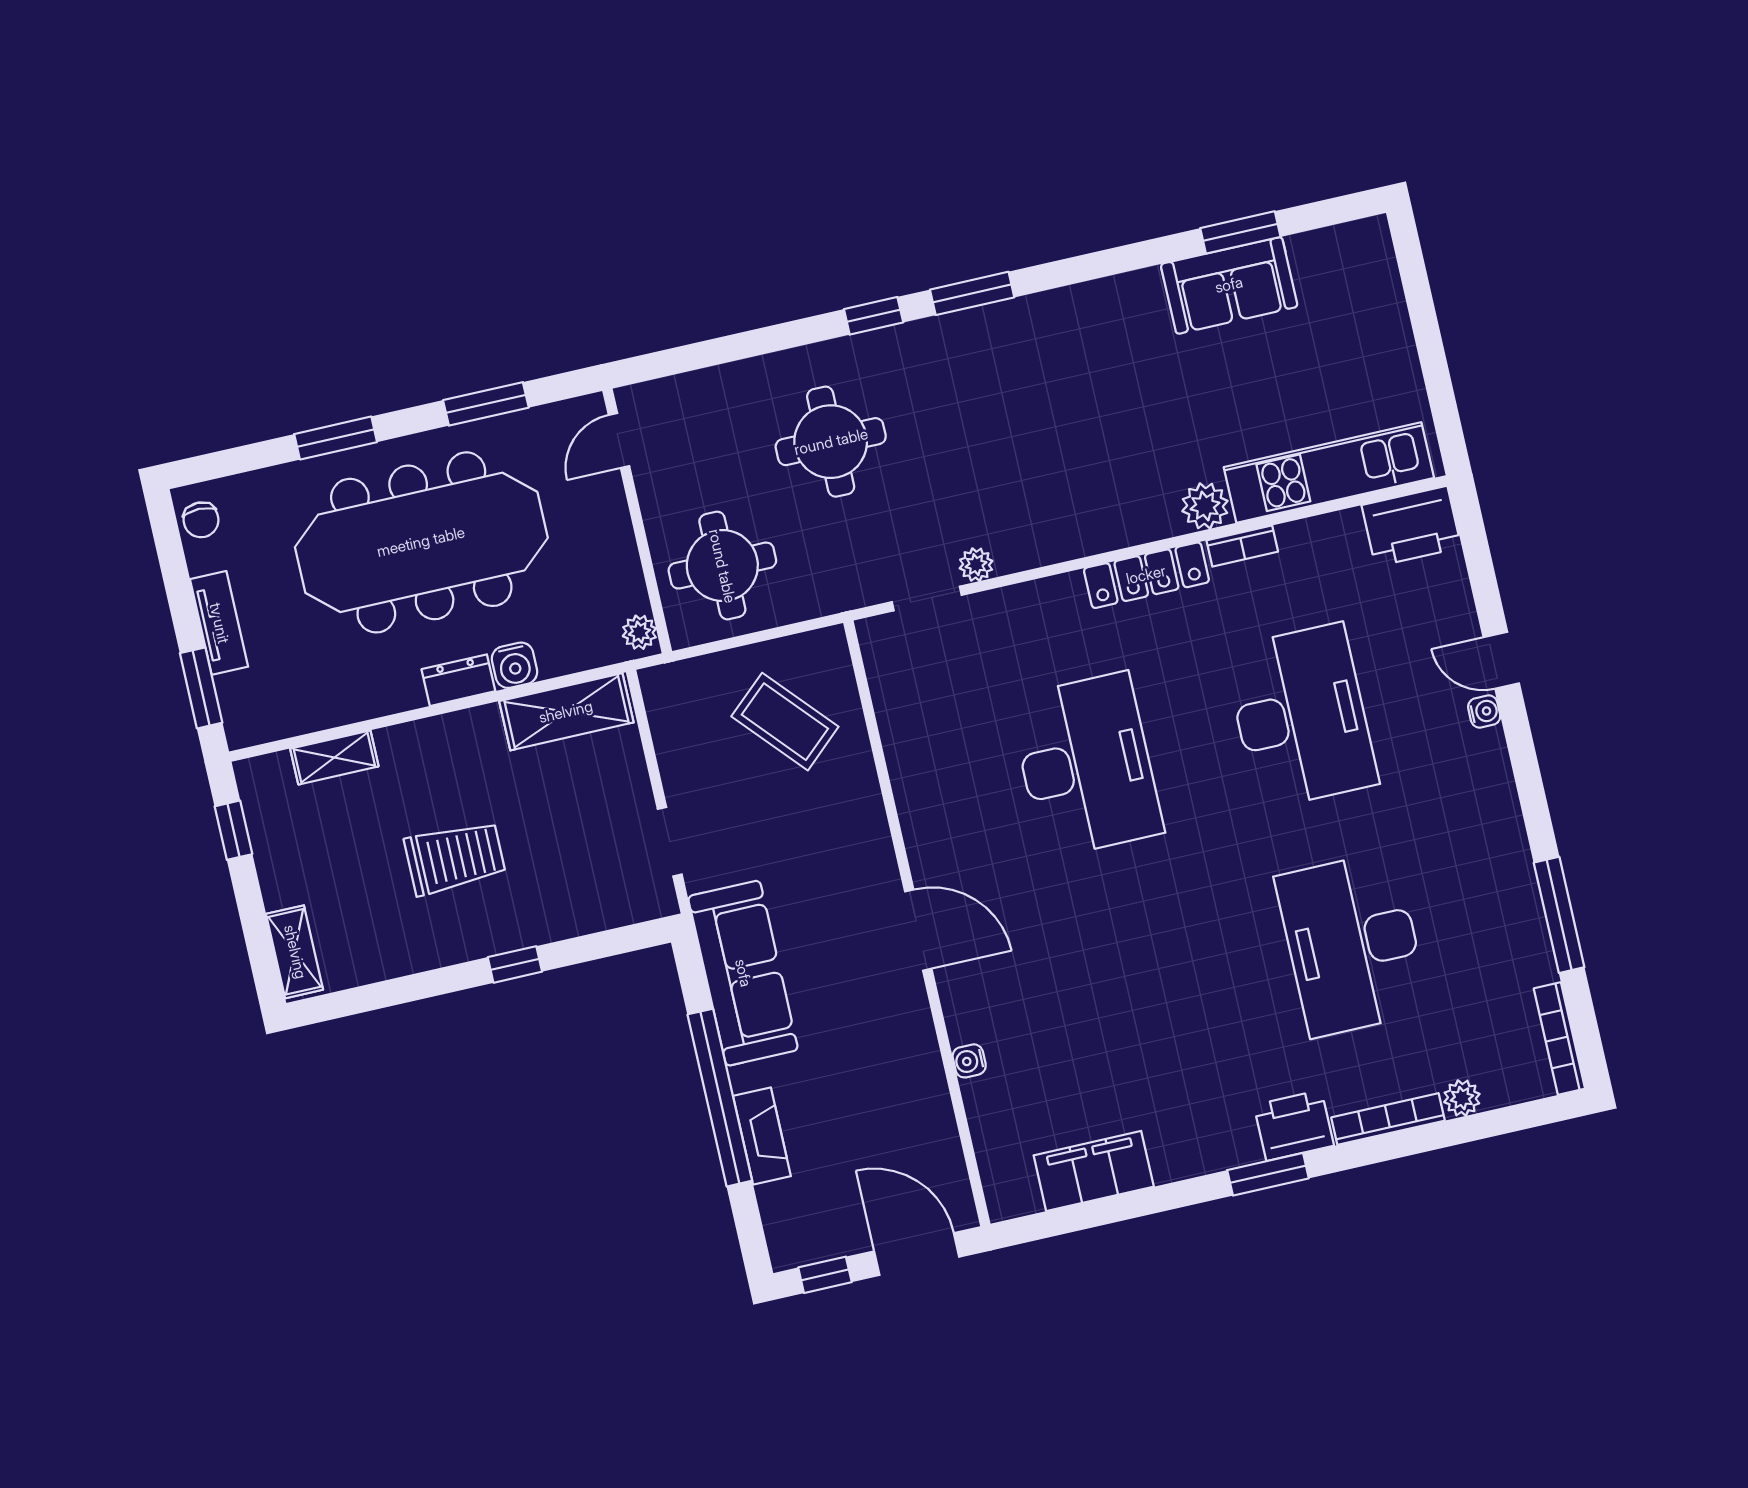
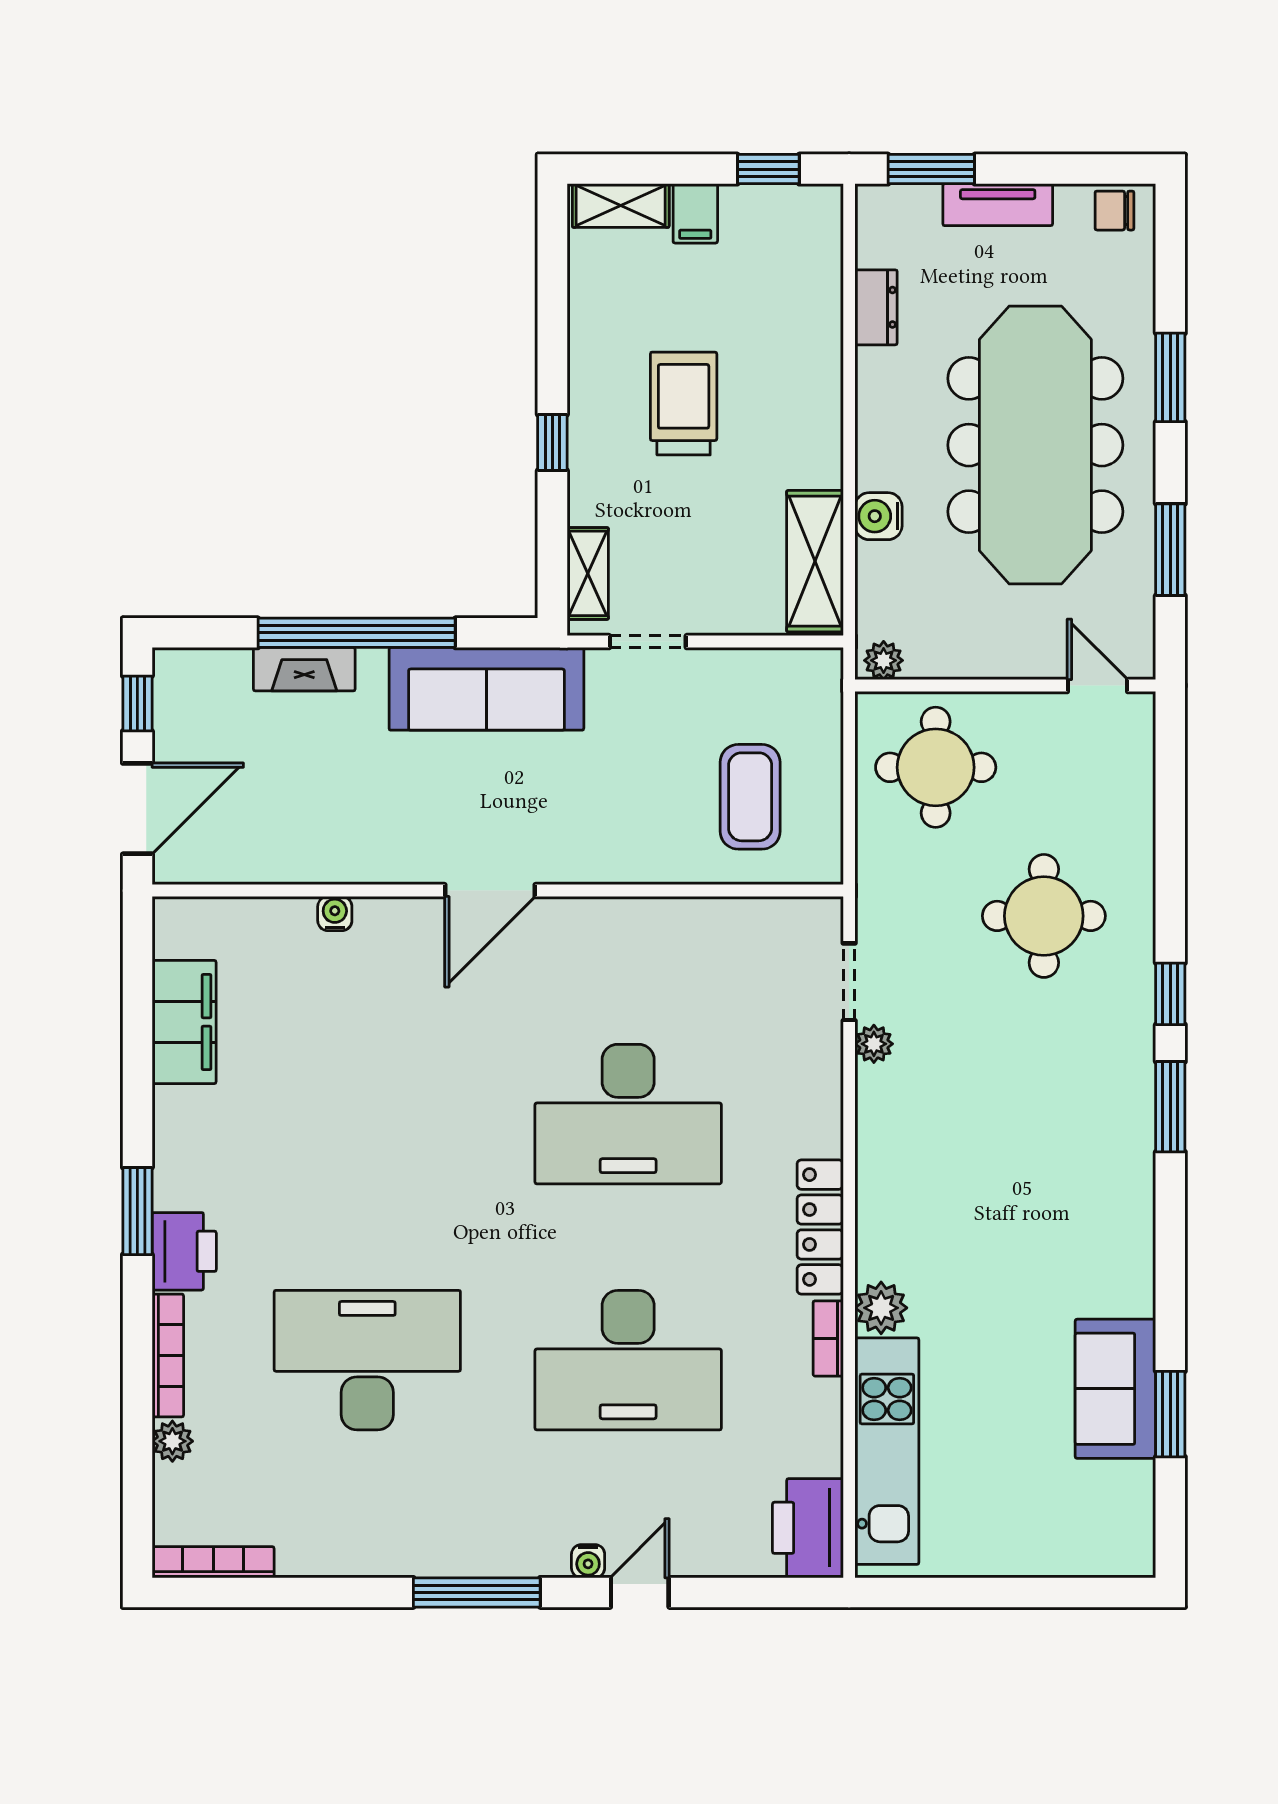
dresser: (458, 680) -> (876, 307), moved
coffee table: (785, 722) -> (750, 797), turned -48
shelving: (334, 757) -> (588, 573), moved
trolley: (455, 858) -> (684, 404), turned 180
filing cabinet: (287, 885) -> (695, 213), added
window: (1559, 915) -> (477, 1592), moved

